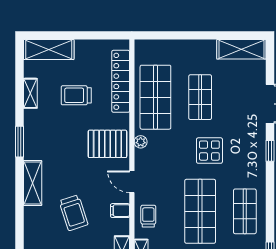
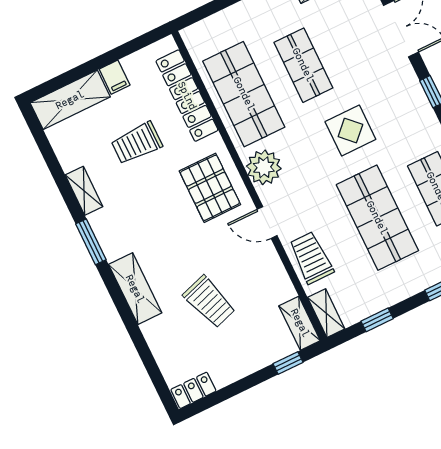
shelving: (30, 93) -> (84, 191), moved
plant: (141, 142) -> (264, 167), width x1.87, depth x1.87
pallet: (107, 144) -> (210, 188), turned 90
filing cabinet: (120, 211) -> (115, 77), moved, turned -90
trolley: (148, 216) -> (311, 258), width x1.36, depth x1.39

